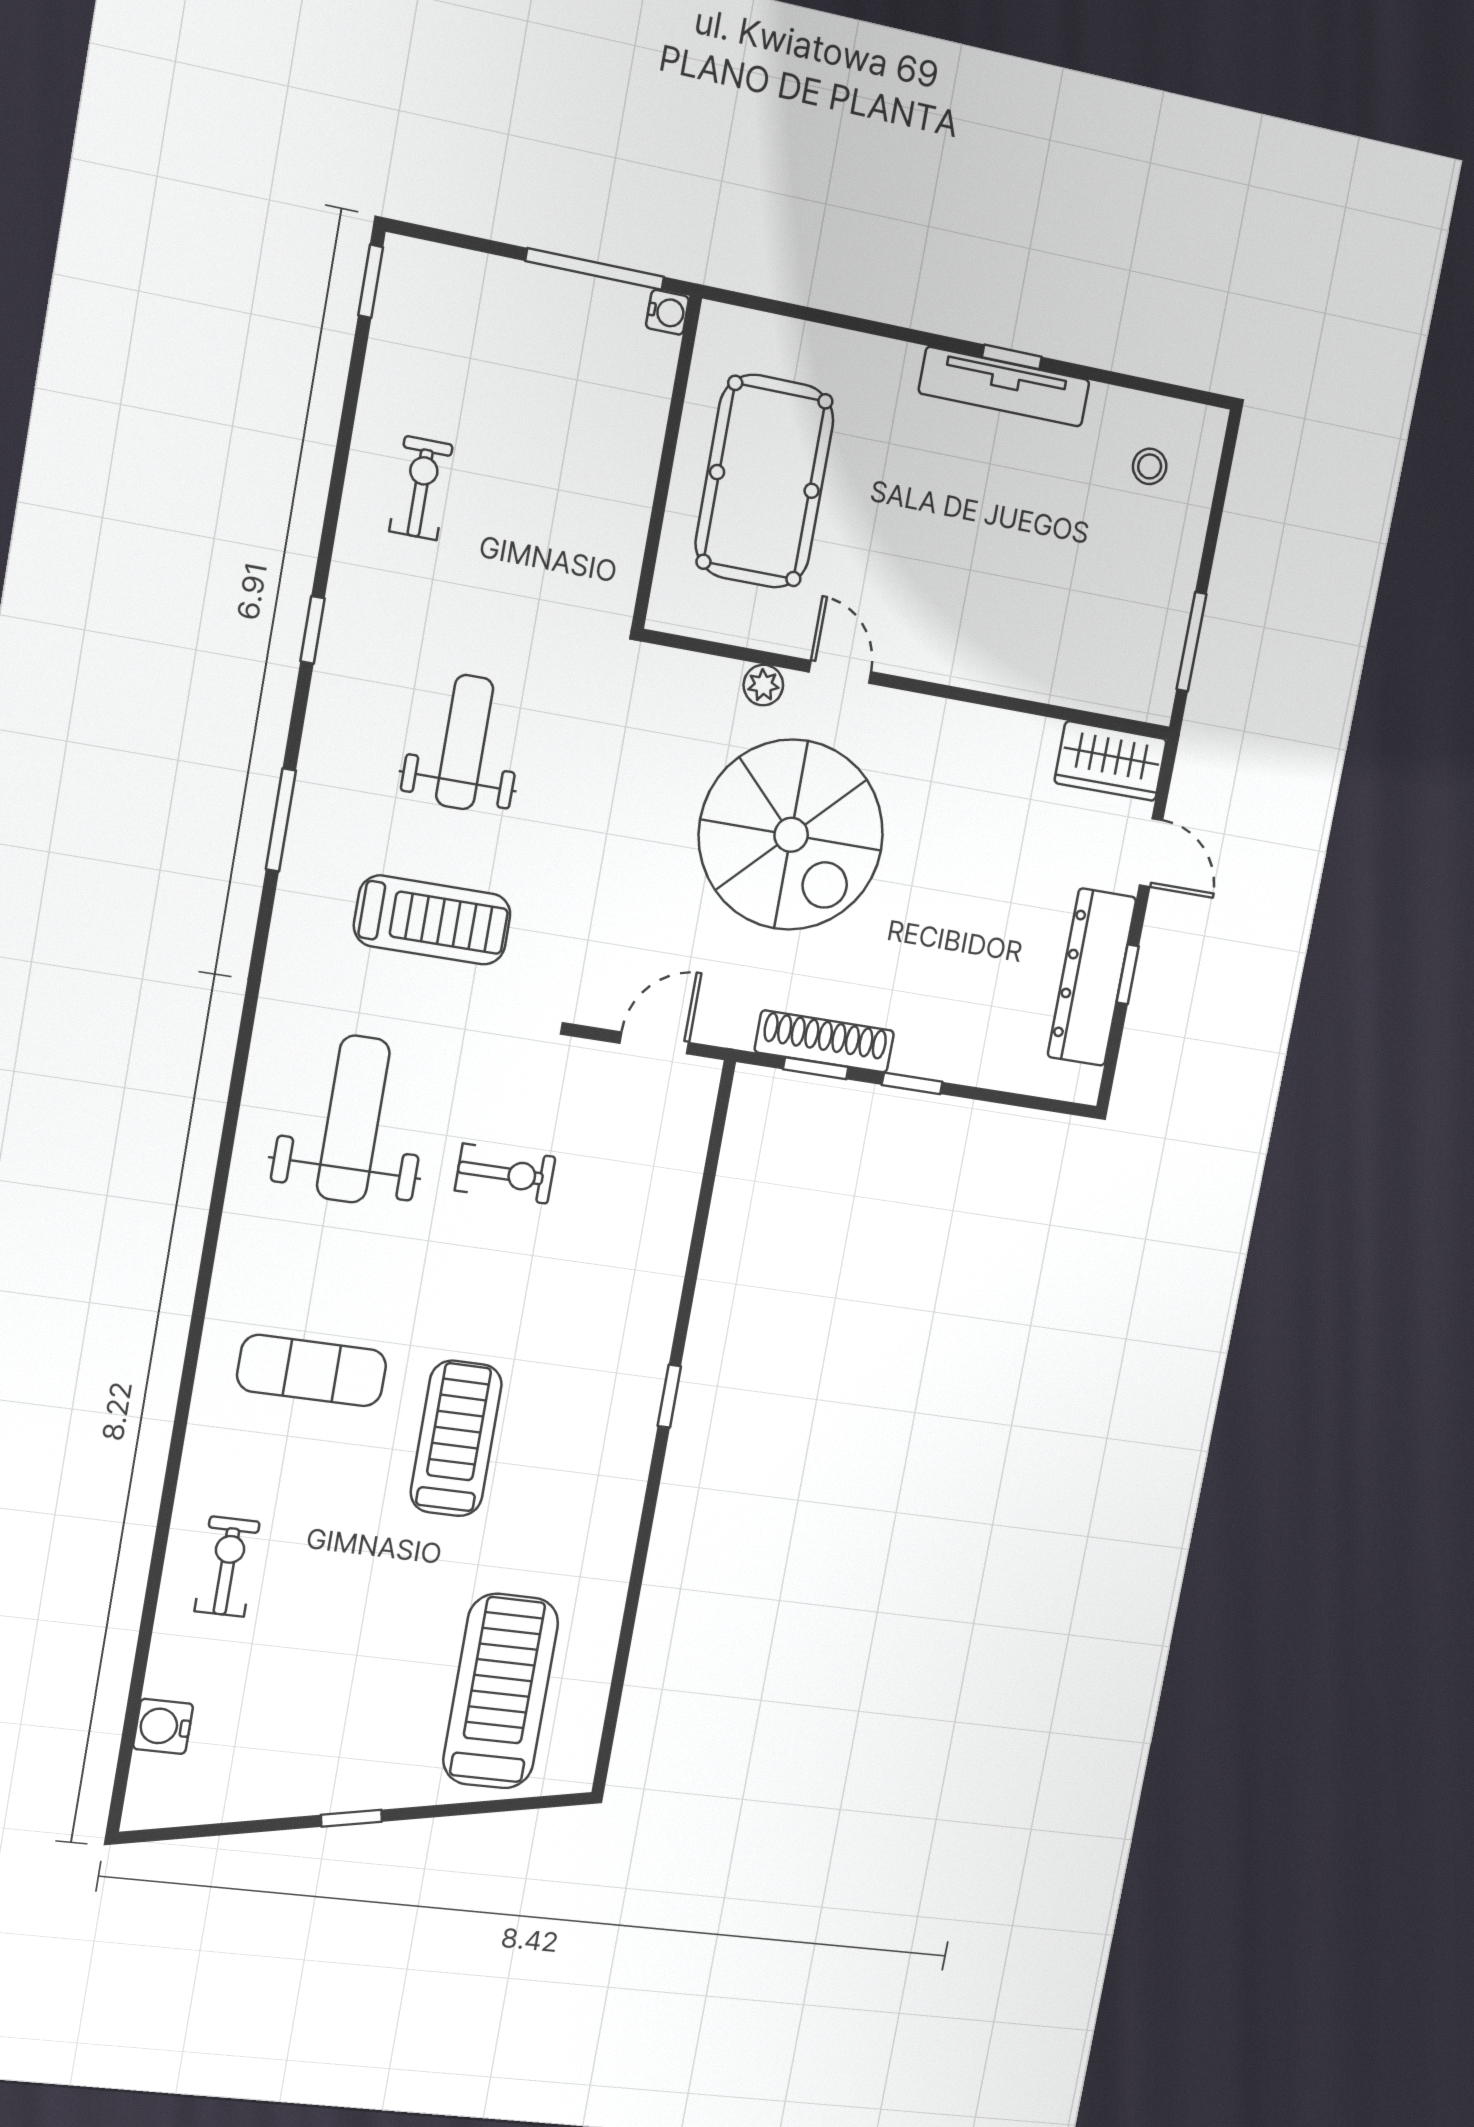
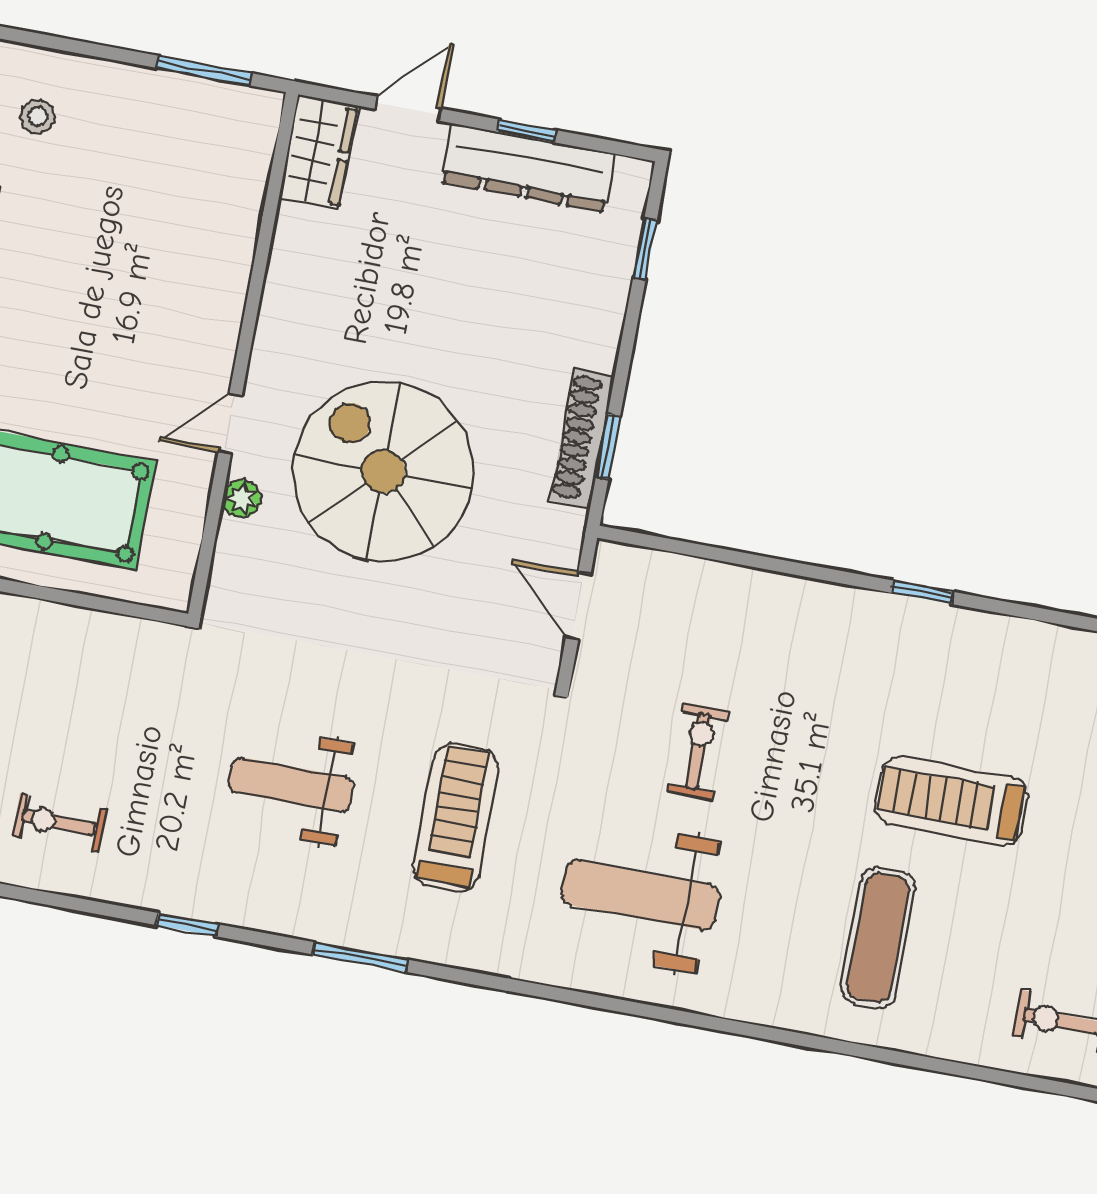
spiral stairs: (791, 835) -> (383, 471), turned -90
window: (912, 1083) -> (645, 249), moved

